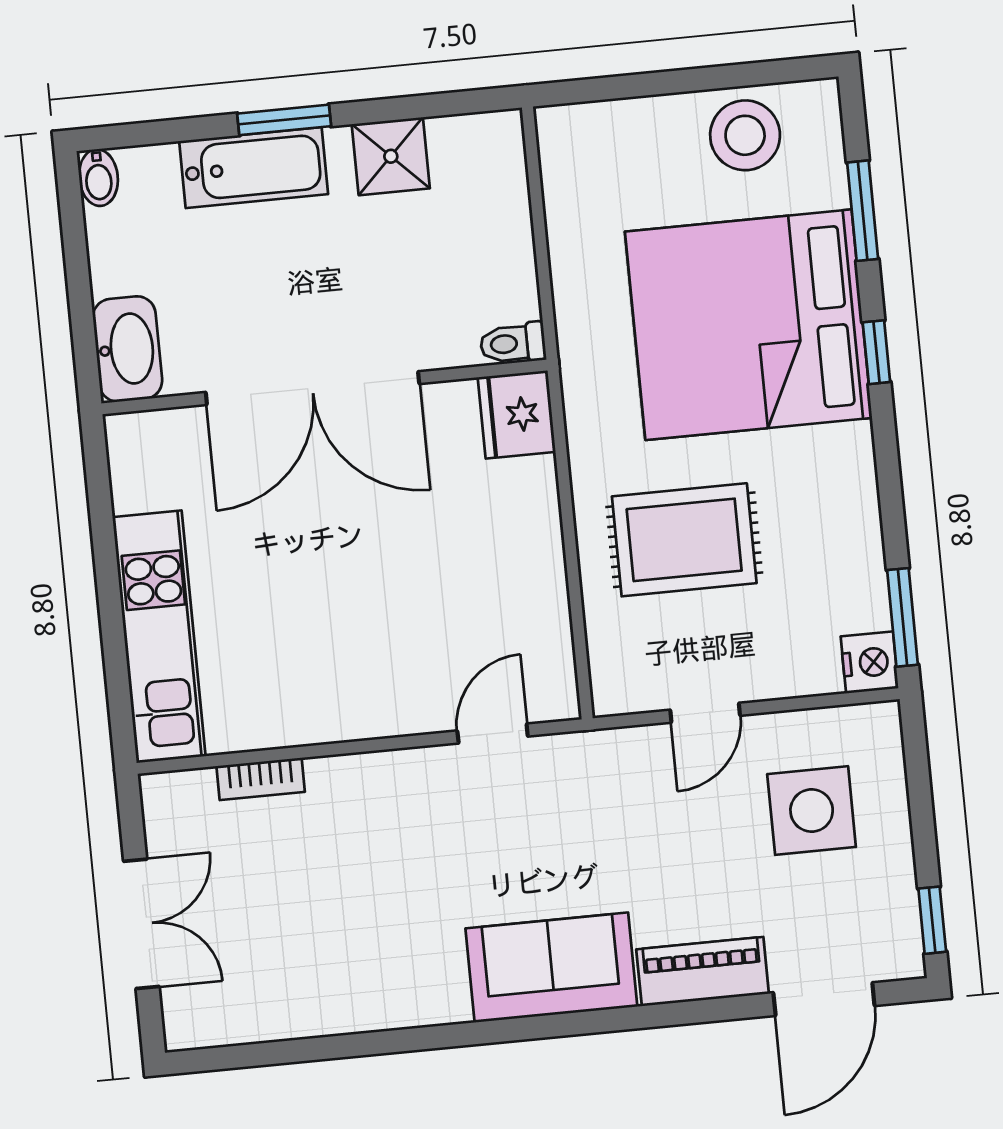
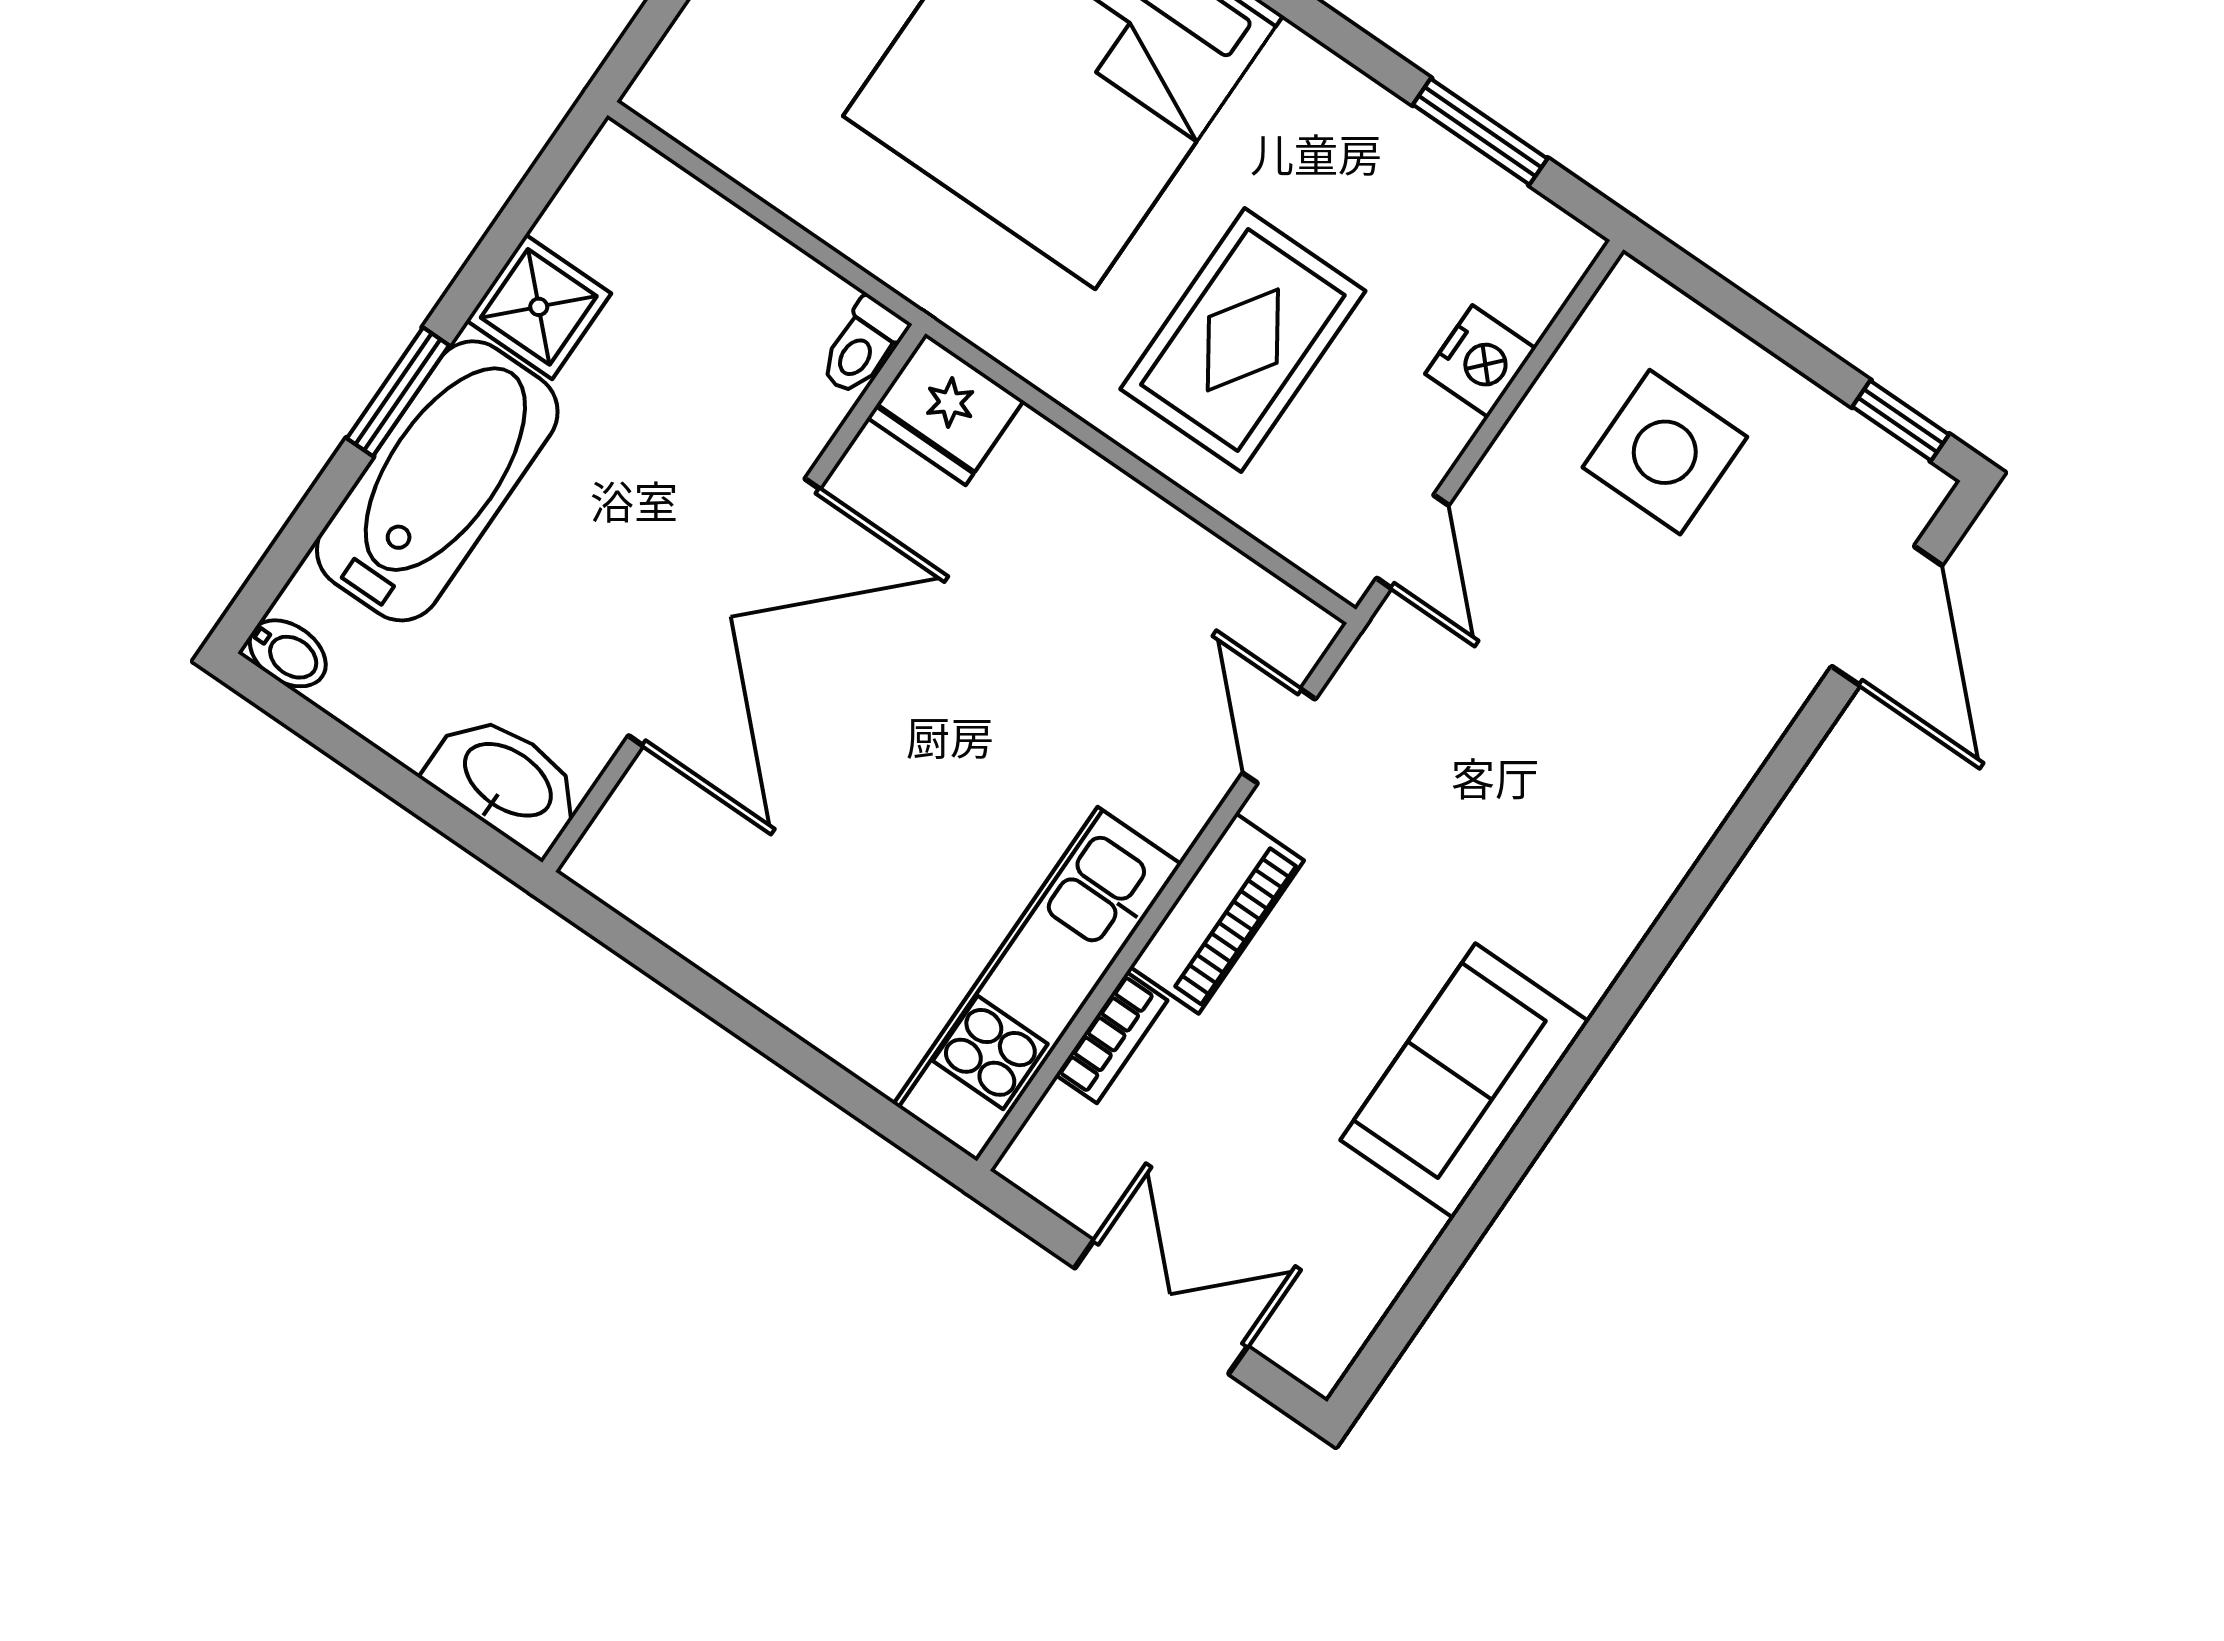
bathtub: (254, 168) -> (437, 481), width x1.36, depth x1.36
window: (902, 617) -> (1480, 132), moved
kitchen unit: (159, 637) -> (1037, 984), moved, turned -90
nightstand: (870, 662) -> (1480, 361), moved, turned 90
door: (705, 713) -> (1413, 542), moved
sofa: (551, 967) -> (1465, 1081), moved
piano: (703, 972) -> (1217, 914), moved, turned 180

